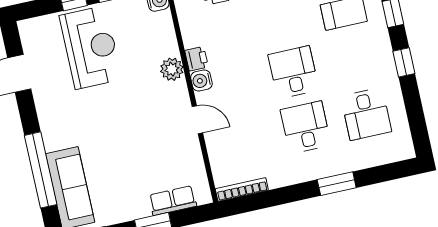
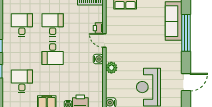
printer: (196, 59) -> (98, 28), moved
desk: (306, 127) -> (53, 25), turned 180

